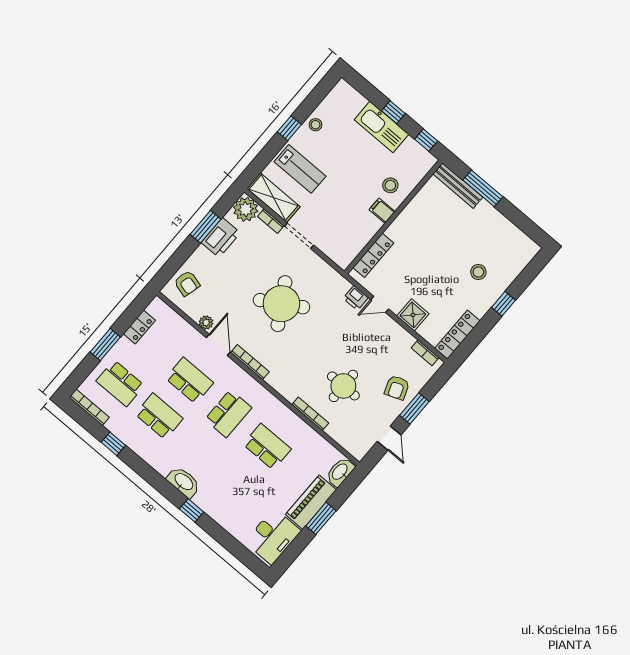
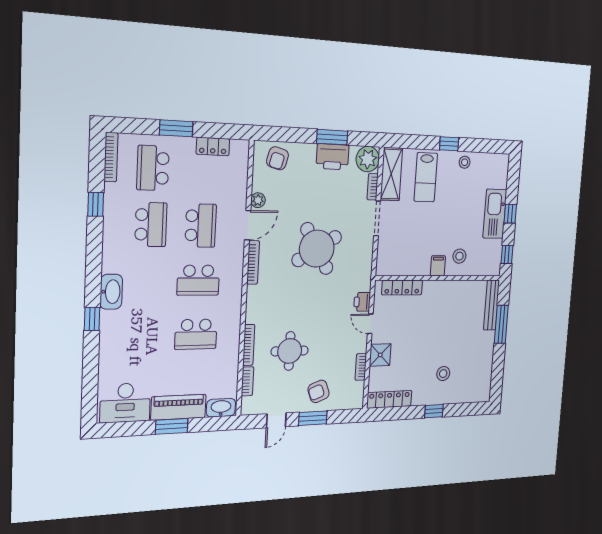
bookcase: (425, 353) -> (361, 367), moved
bookcase: (338, 436) -> (247, 381), added
school desk: (267, 447) -> (196, 334), turned 90

